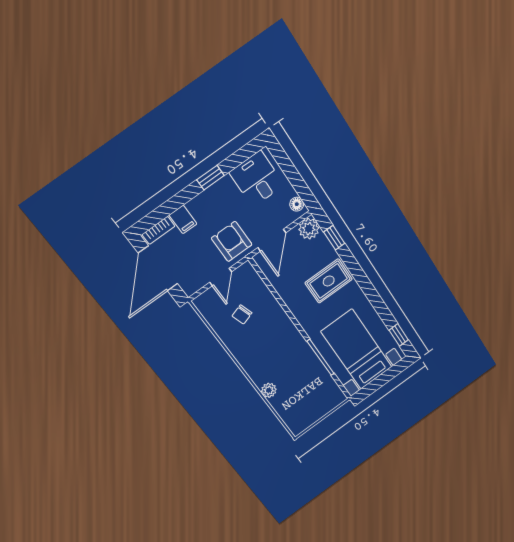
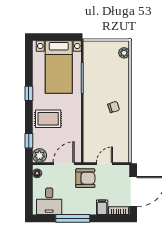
window: (210, 178) -> (73, 218), width x2.17
armchair: (232, 241) -> (85, 178), turned -90
chair: (242, 314) -> (114, 107), moved
window: (399, 335) -> (29, 93), moved
plant: (269, 390) -> (124, 53), moved

